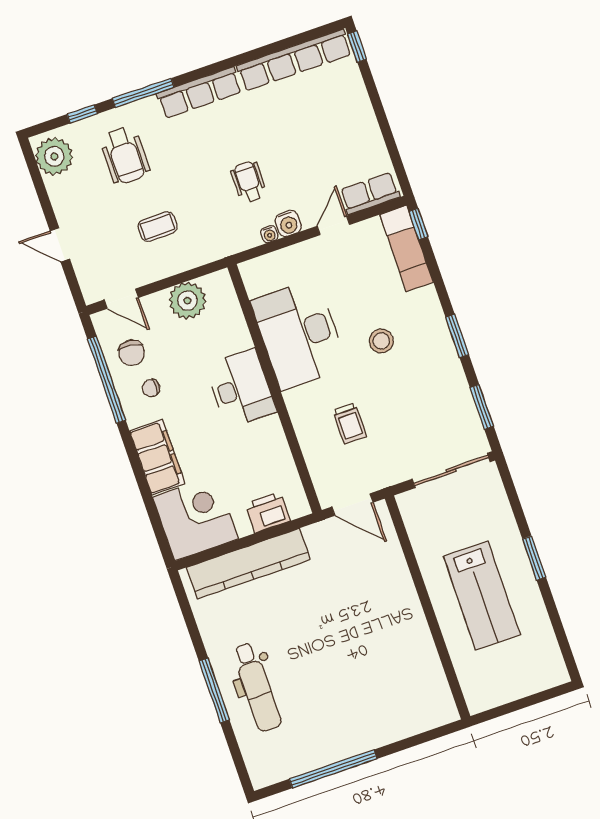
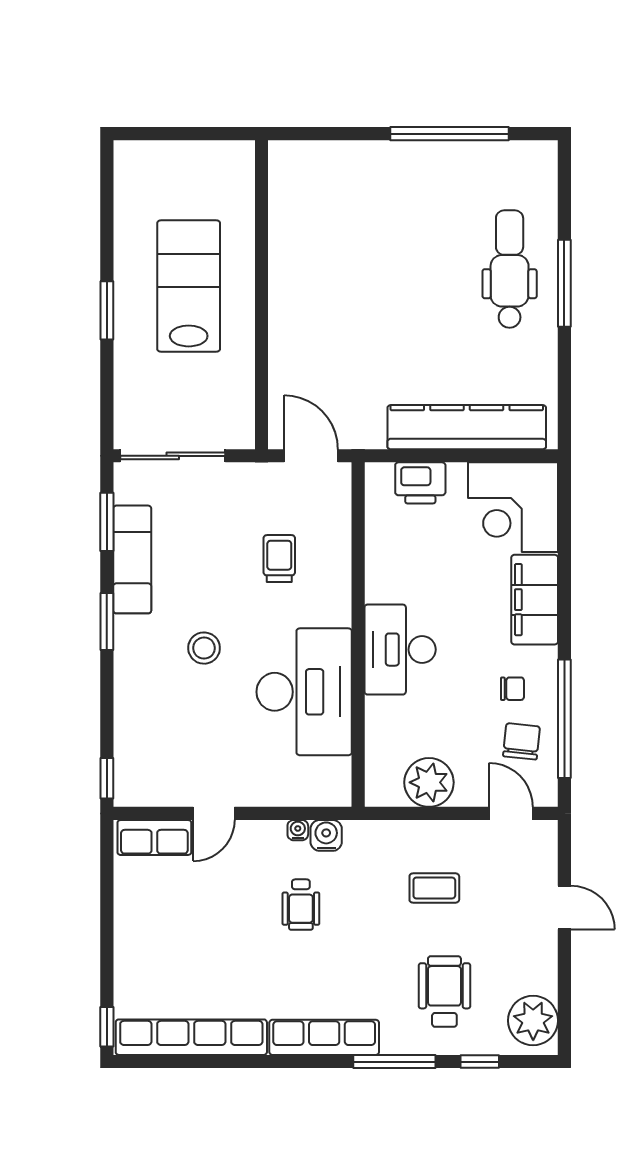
water cooler: (288, 223) -> (326, 835), moved
exam couch: (407, 248) -> (132, 559), moved

